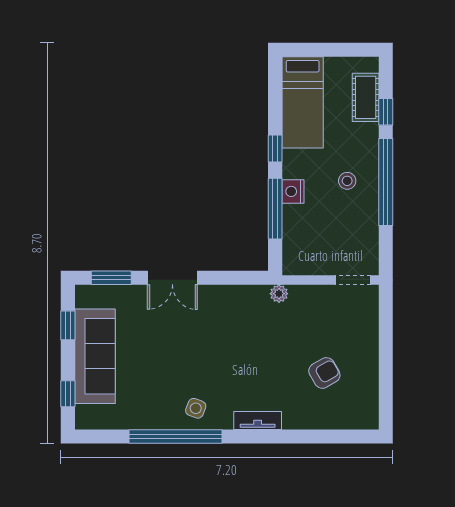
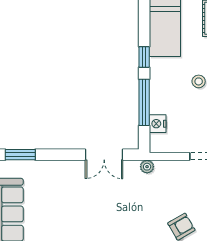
nightstand: (293, 191) -> (158, 124), moved
double door: (172, 278) -> (104, 155), moved

